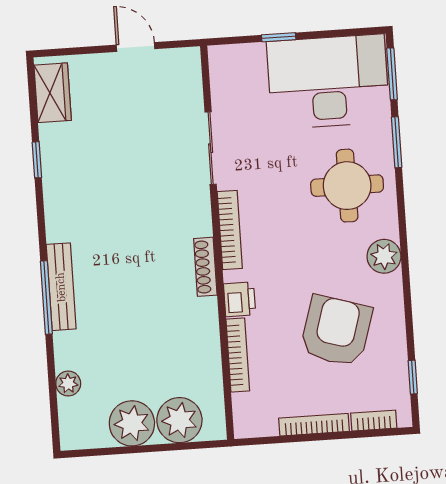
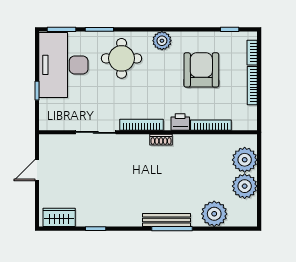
shoe rack: (205, 267) -> (161, 140), width x0.70
armchair: (336, 331) -> (201, 70), turned 73
plant: (68, 383) -> (214, 214), width x1.88, depth x1.88

